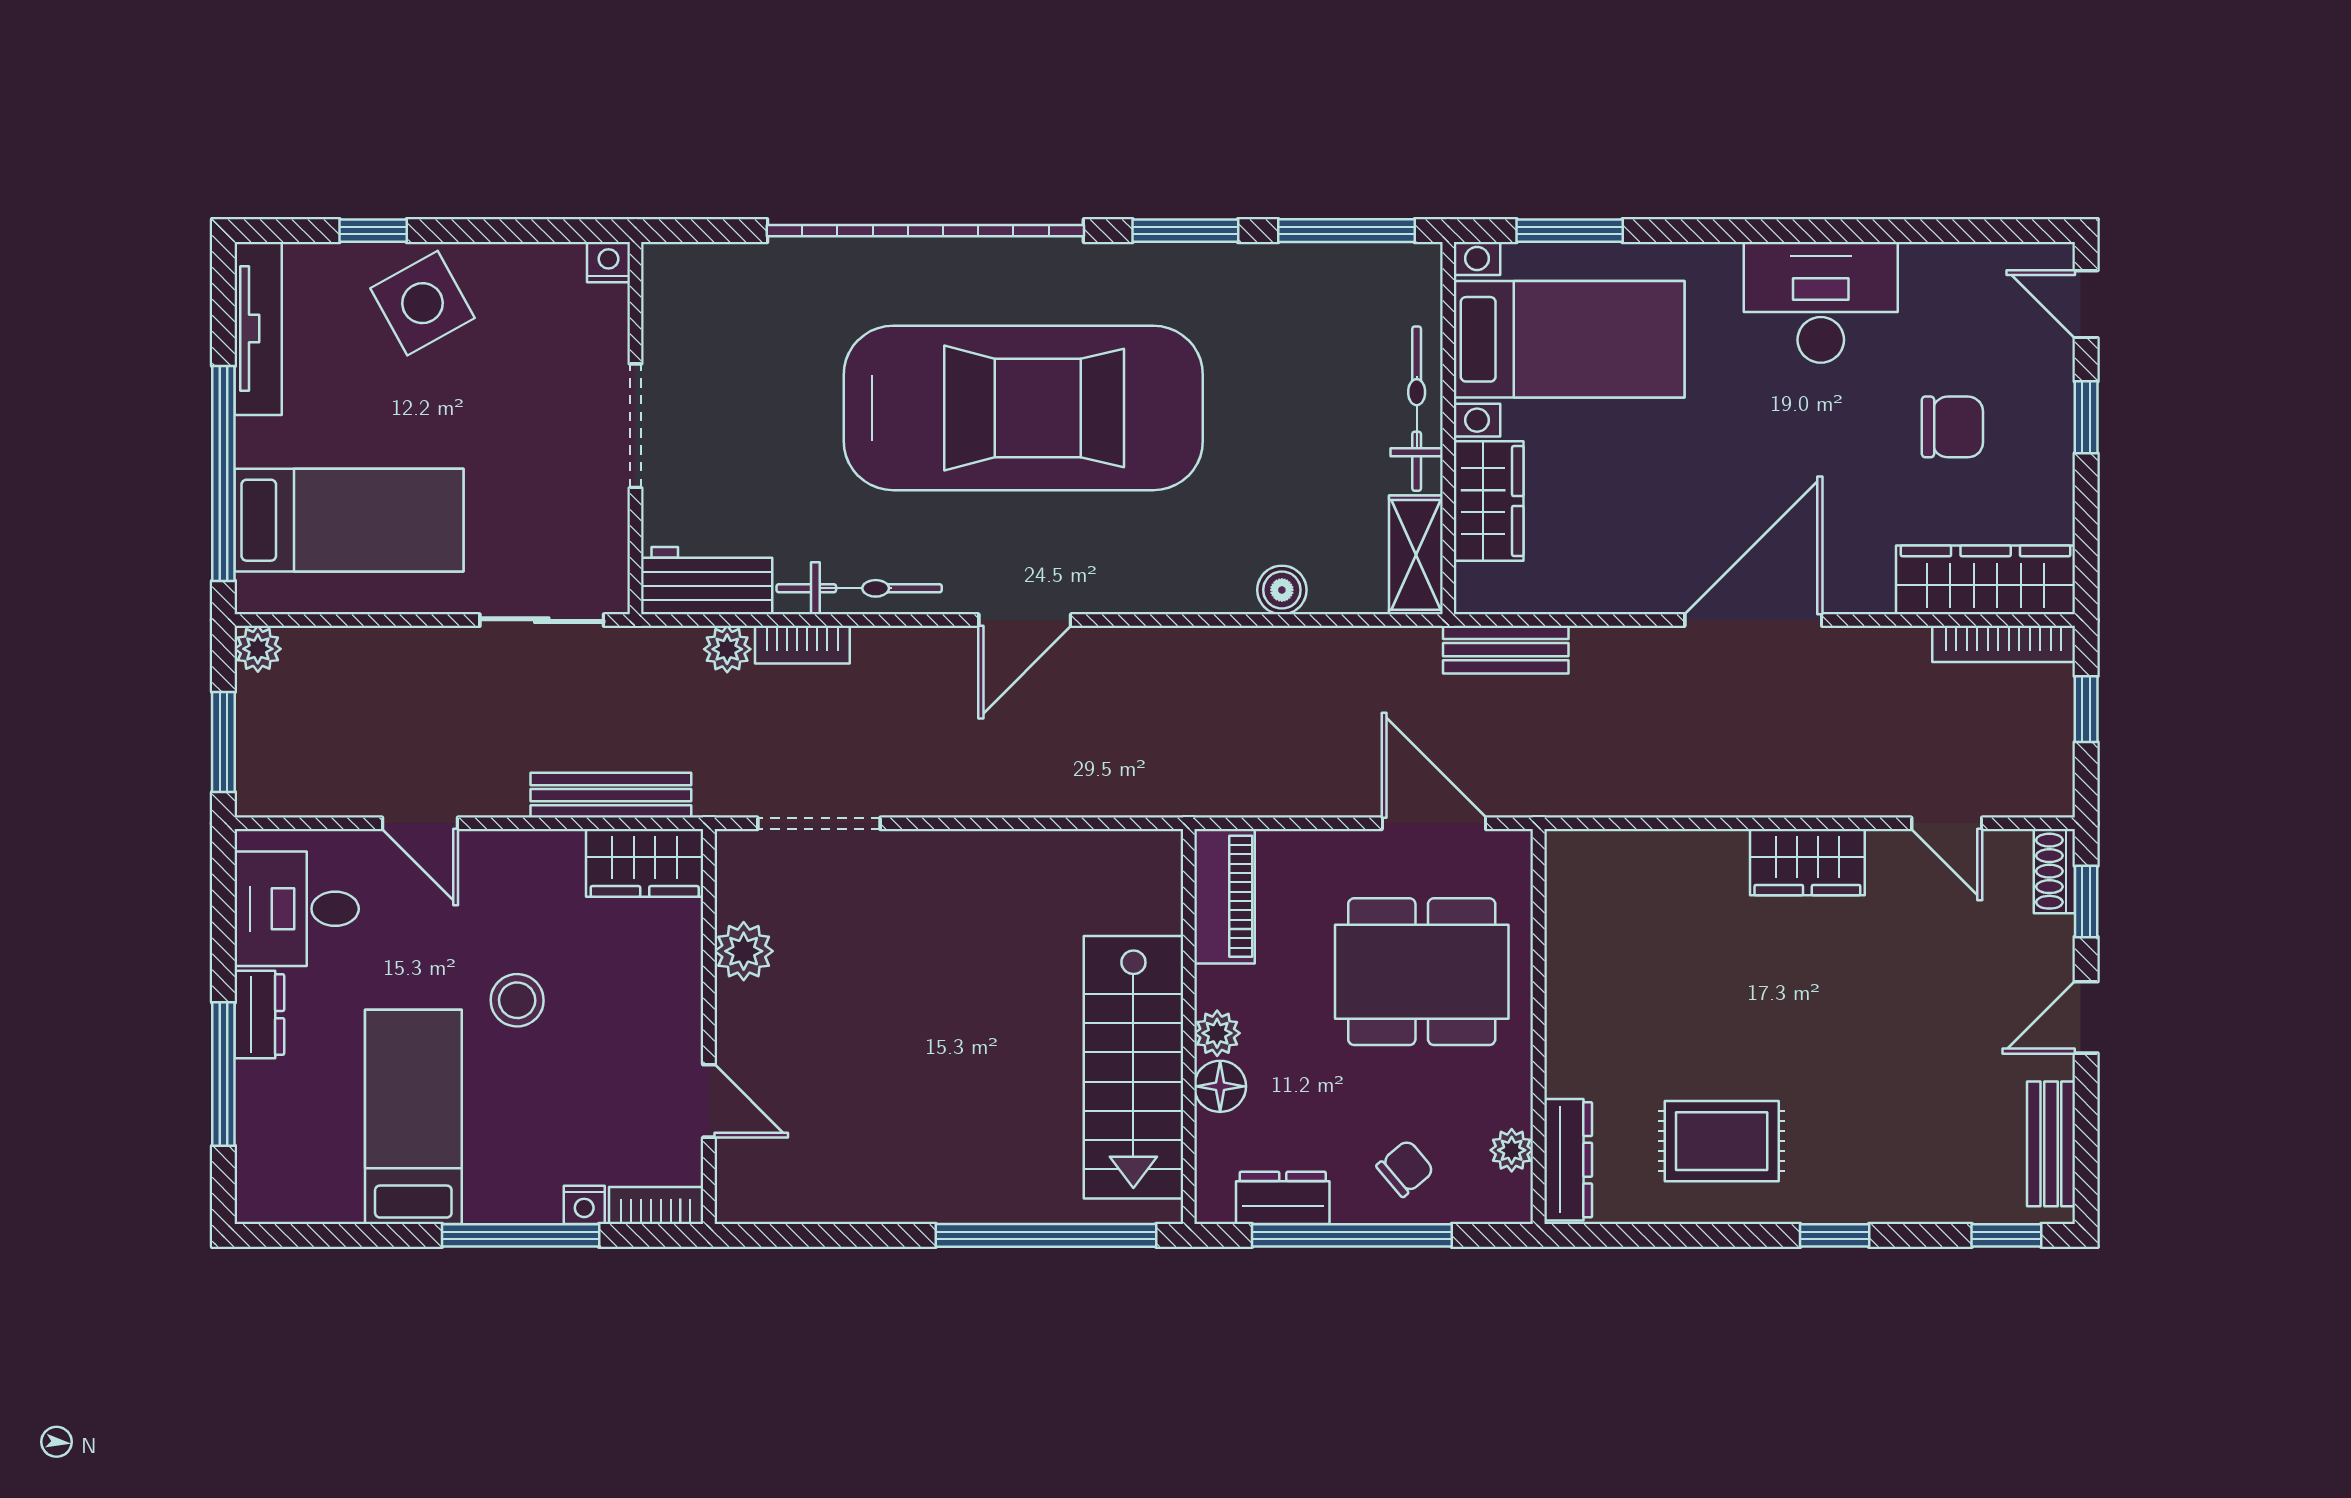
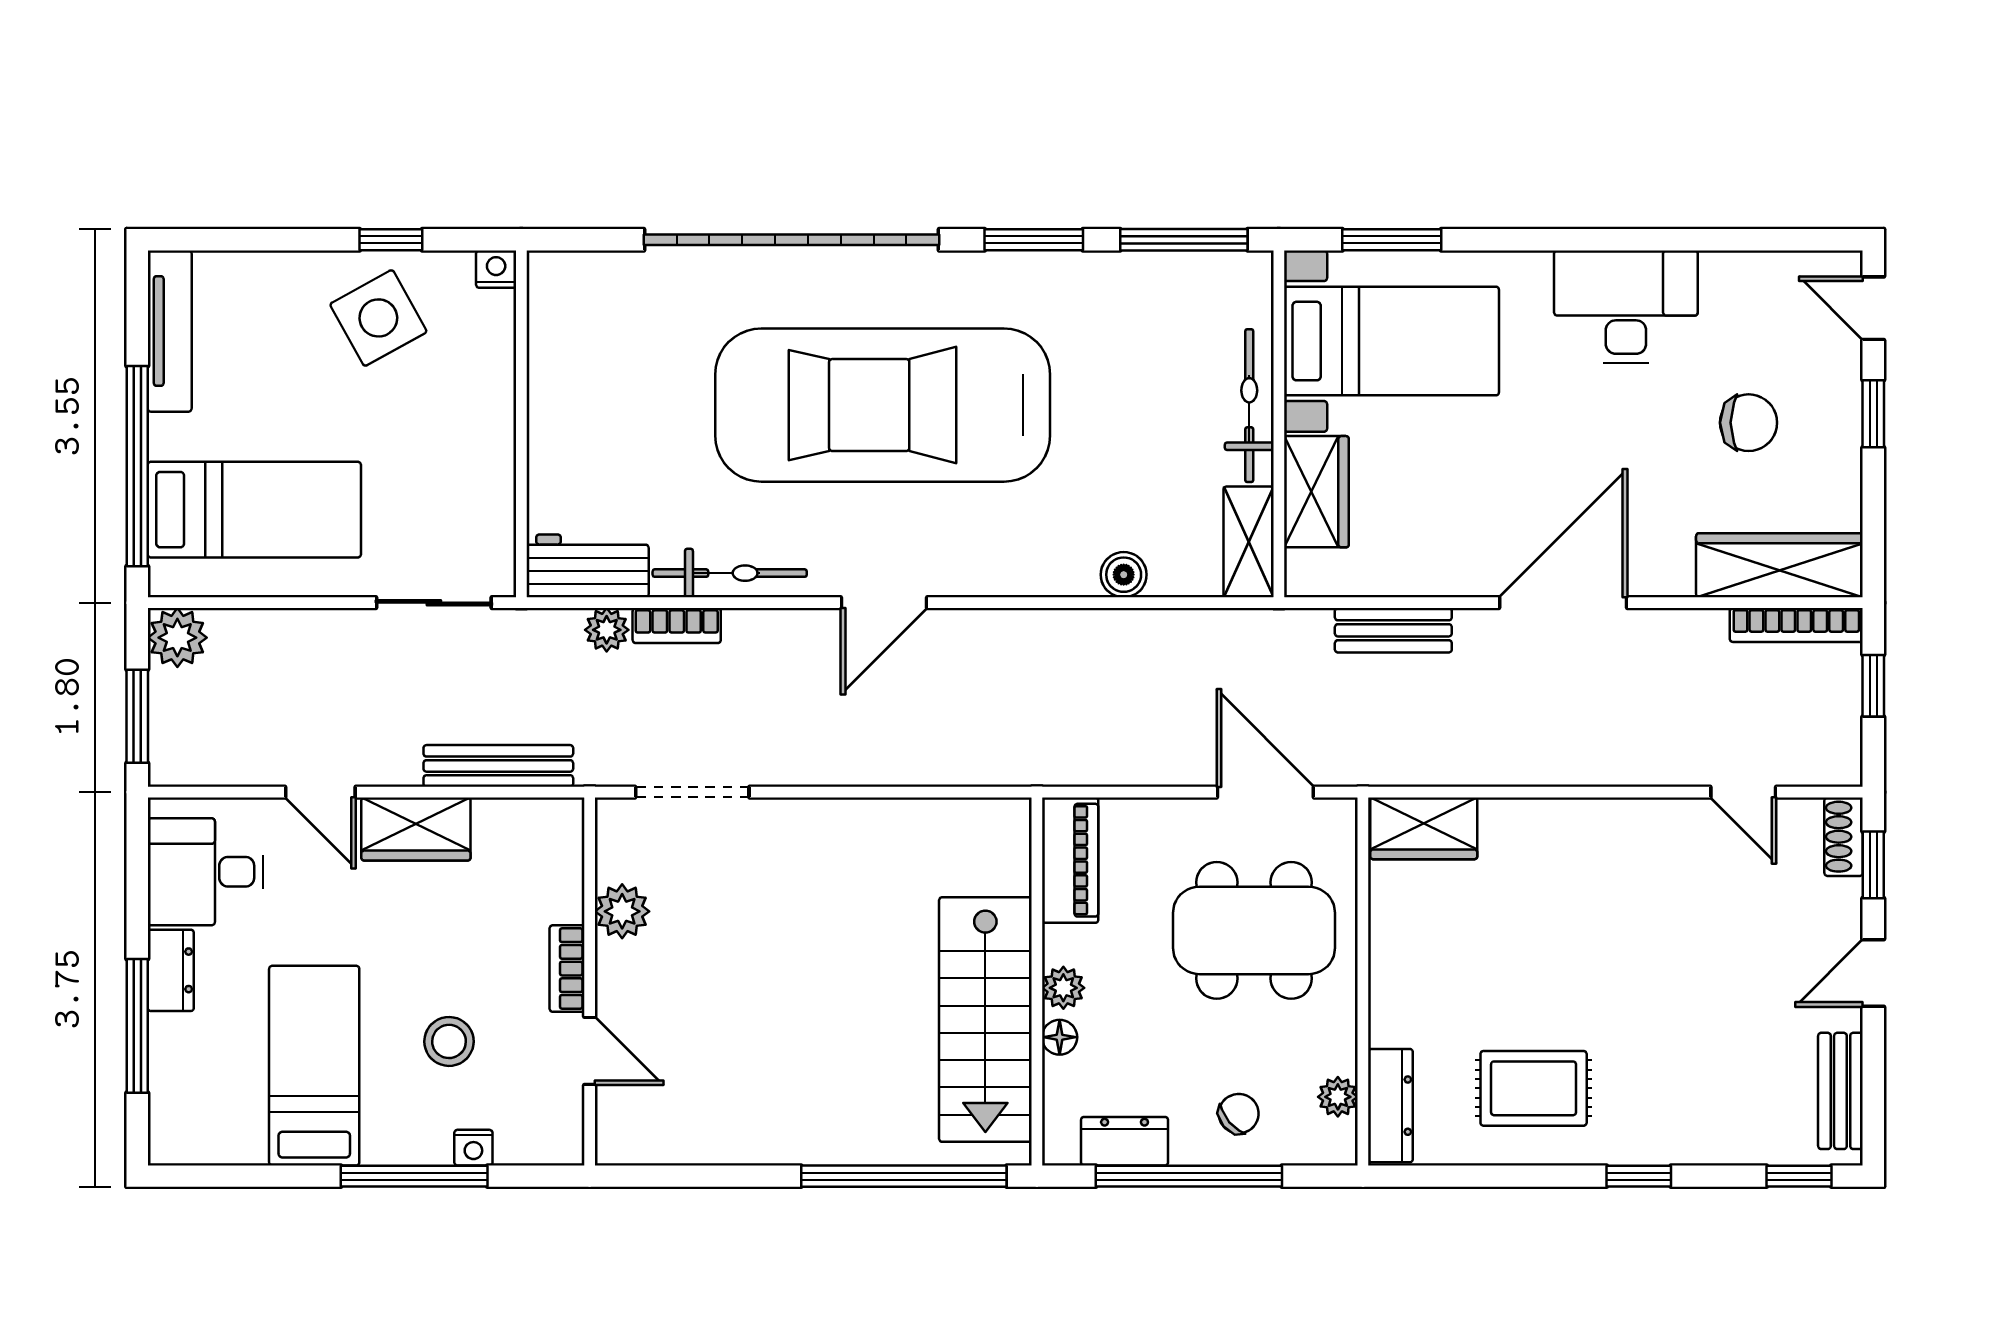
window: (373, 231) -> (391, 240), moved
side table: (423, 303) -> (378, 318), moved
car: (1023, 408) -> (883, 405), turned 180
doorway: (635, 426) -> (521, 422), removed
plant: (258, 649) -> (177, 638), width x1.38, depth x1.38
bench: (1506, 650) -> (1393, 630), moved
wardrobe: (1807, 862) -> (1424, 828), moved
wardrobe: (645, 863) -> (416, 829), moved
stool: (517, 1000) -> (449, 1041), moved
floor lamp: (1220, 1086) -> (1060, 1037), width x0.73, depth x0.73
bookcase: (656, 1205) -> (567, 969), moved, turned -90

